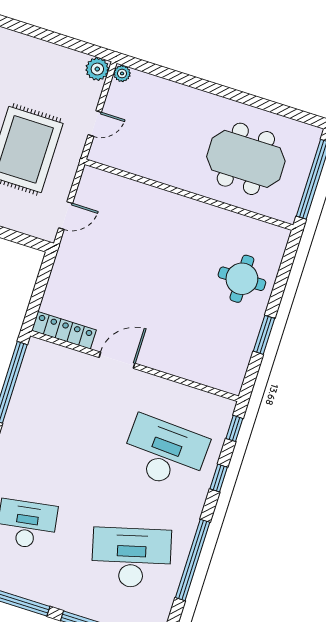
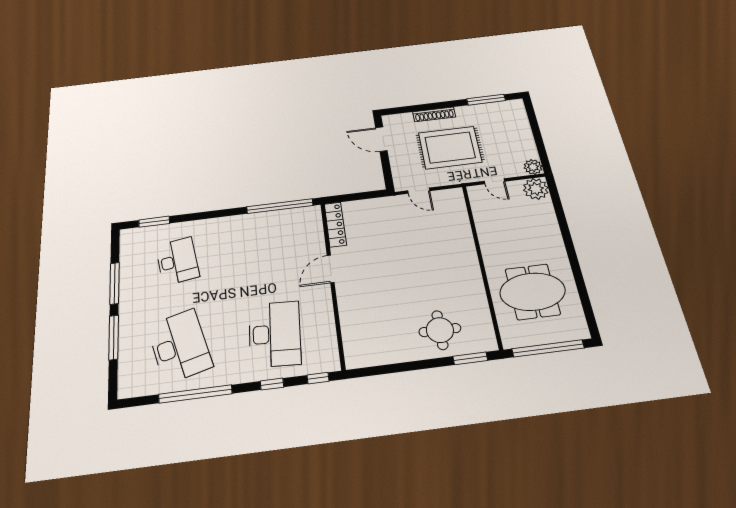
plant: (122, 73) -> (536, 189), width x1.88, depth x1.88
meeting table: (246, 159) -> (533, 292), turned 90
window: (264, 335) -> (470, 358), moved
door: (117, 360) -> (331, 269), swing flipped

